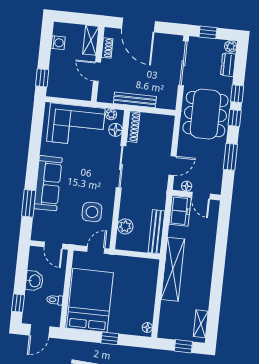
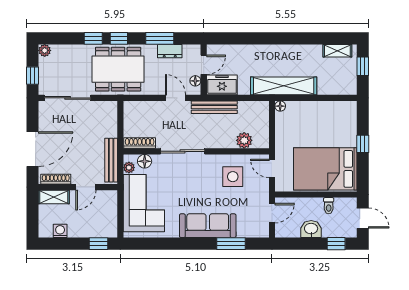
shoe rack: (107, 48) -> (56, 179), width x1.43
dresser: (228, 65) -> (170, 51), moved
bench: (135, 100) -> (111, 160), moved
bench: (156, 232) -> (214, 107), moved
floor lamp: (147, 327) -> (280, 106), moved

